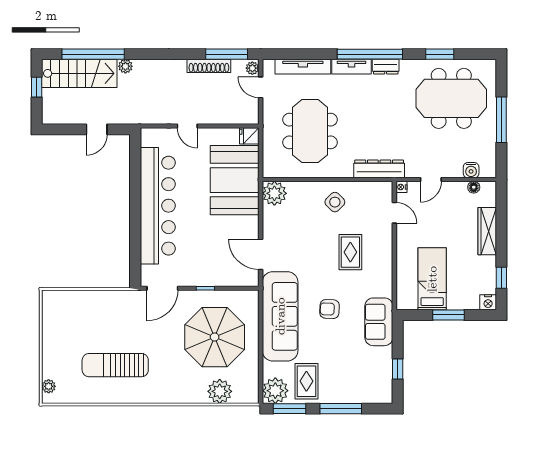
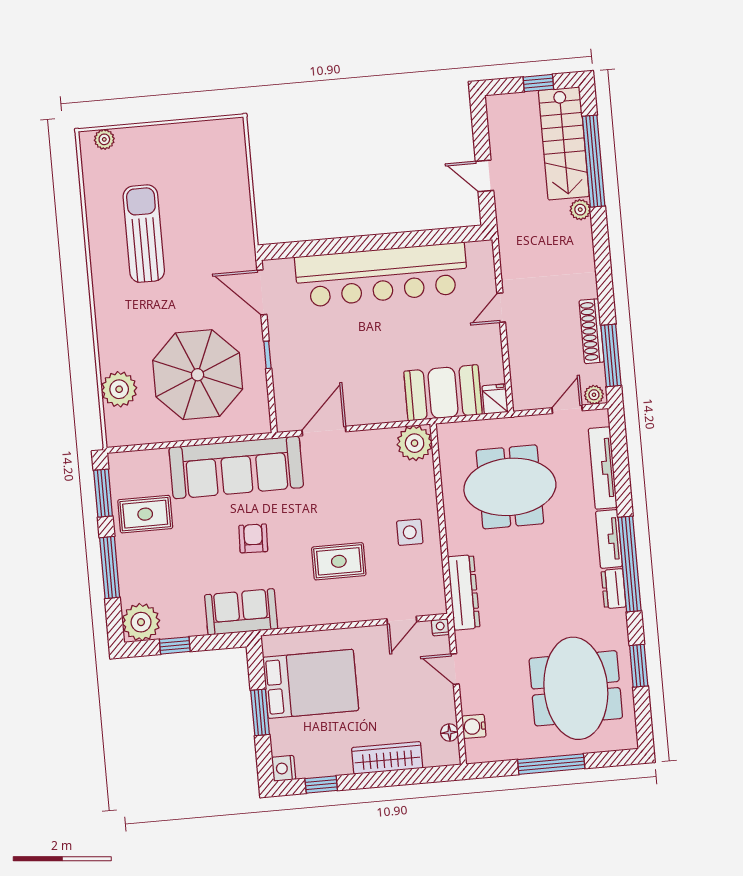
booth: (235, 180) -> (443, 393), width x0.73, depth x0.70
side table: (335, 202) -> (410, 532), turned 45
bed: (432, 279) -> (311, 684), width x1.50
plant: (275, 391) -> (141, 622), moved

